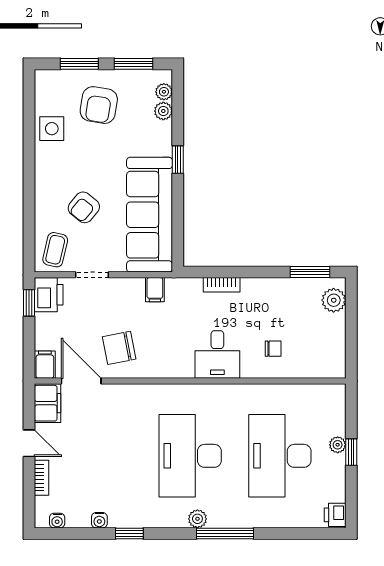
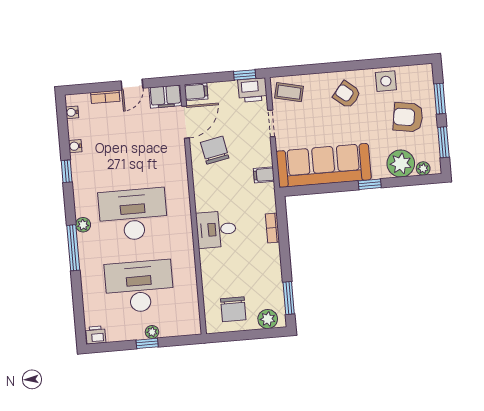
plant: (163, 111) -> (401, 164), width x1.87, depth x1.87
armchair: (84, 207) -> (347, 95), moved
chair: (273, 349) -> (233, 309), moved, width x1.87, depth x1.87

